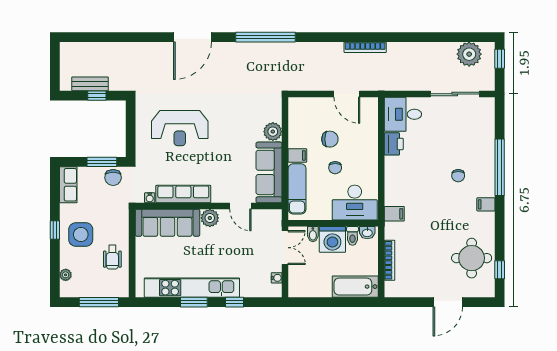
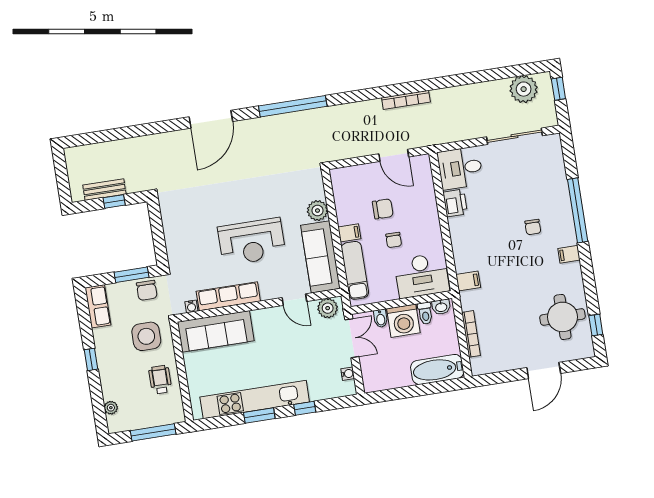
reception desk: (180, 128) -> (252, 242), moved
plant: (210, 218) -> (328, 308), moved
side table: (81, 234) -> (146, 336), moved
wheelchair: (112, 257) -> (160, 380), turned 180

